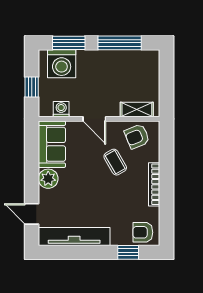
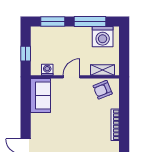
washing machine: (62, 64) -> (103, 37), moved
door: (94, 119) -> (72, 77), swing flipped
coffee table: (115, 162) -> (87, 109), removed
plant: (48, 179) -> (38, 121), removed

